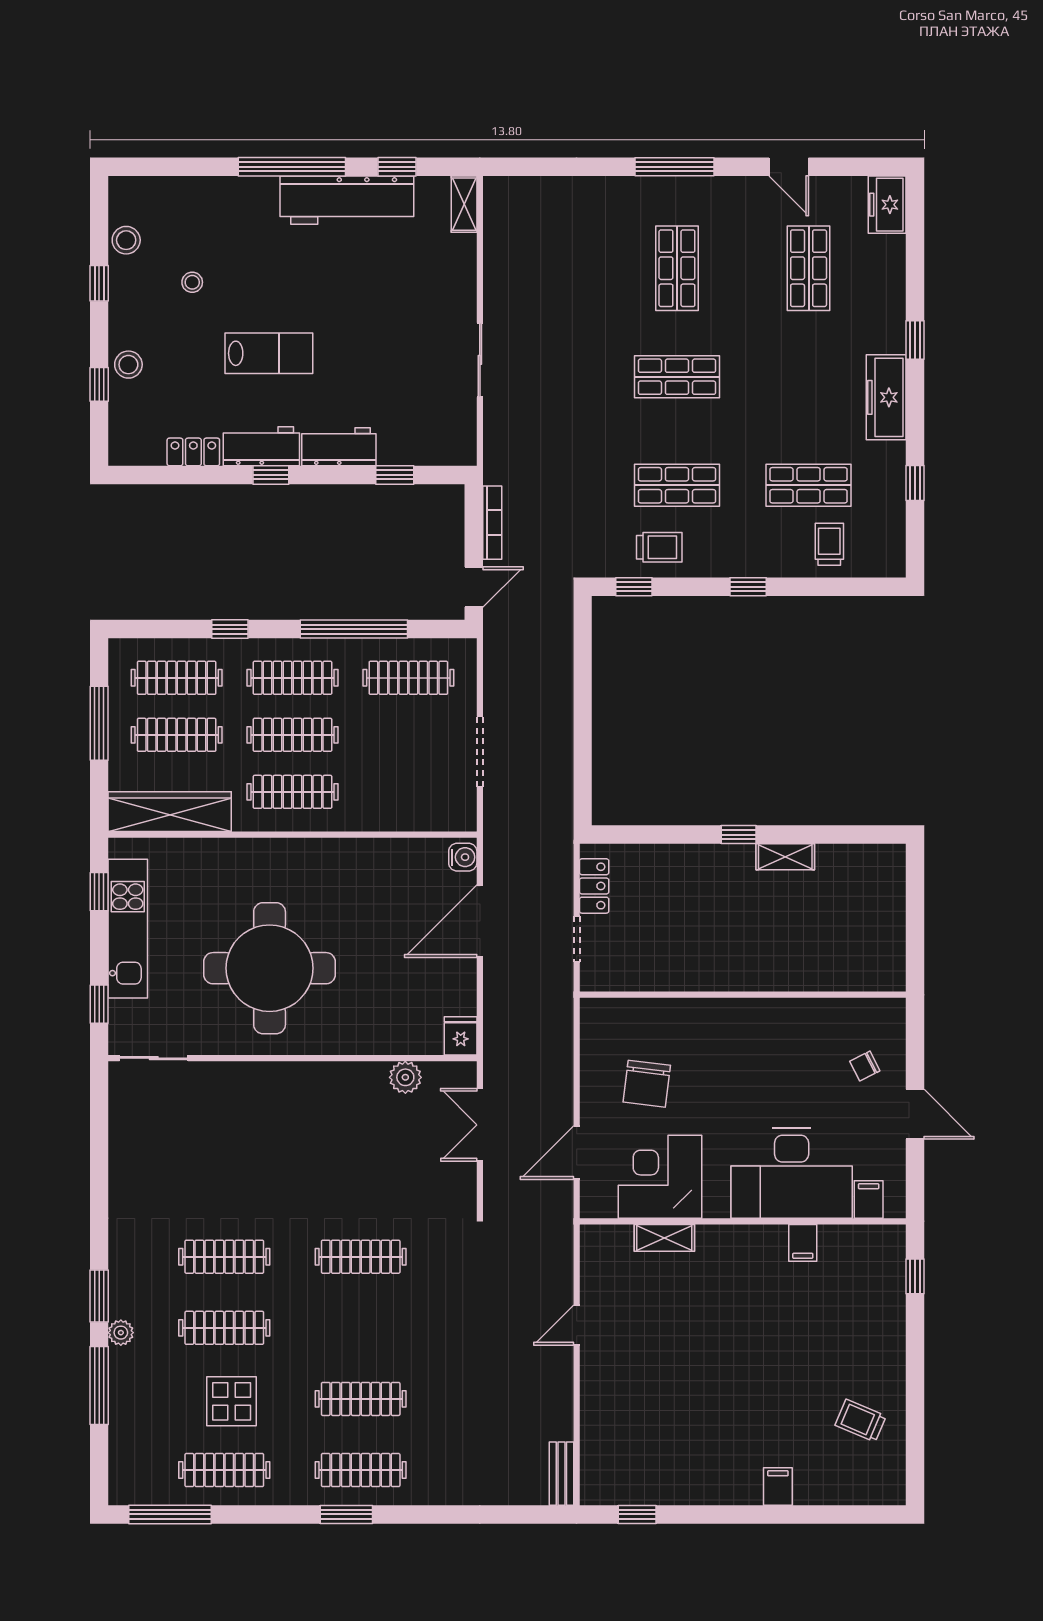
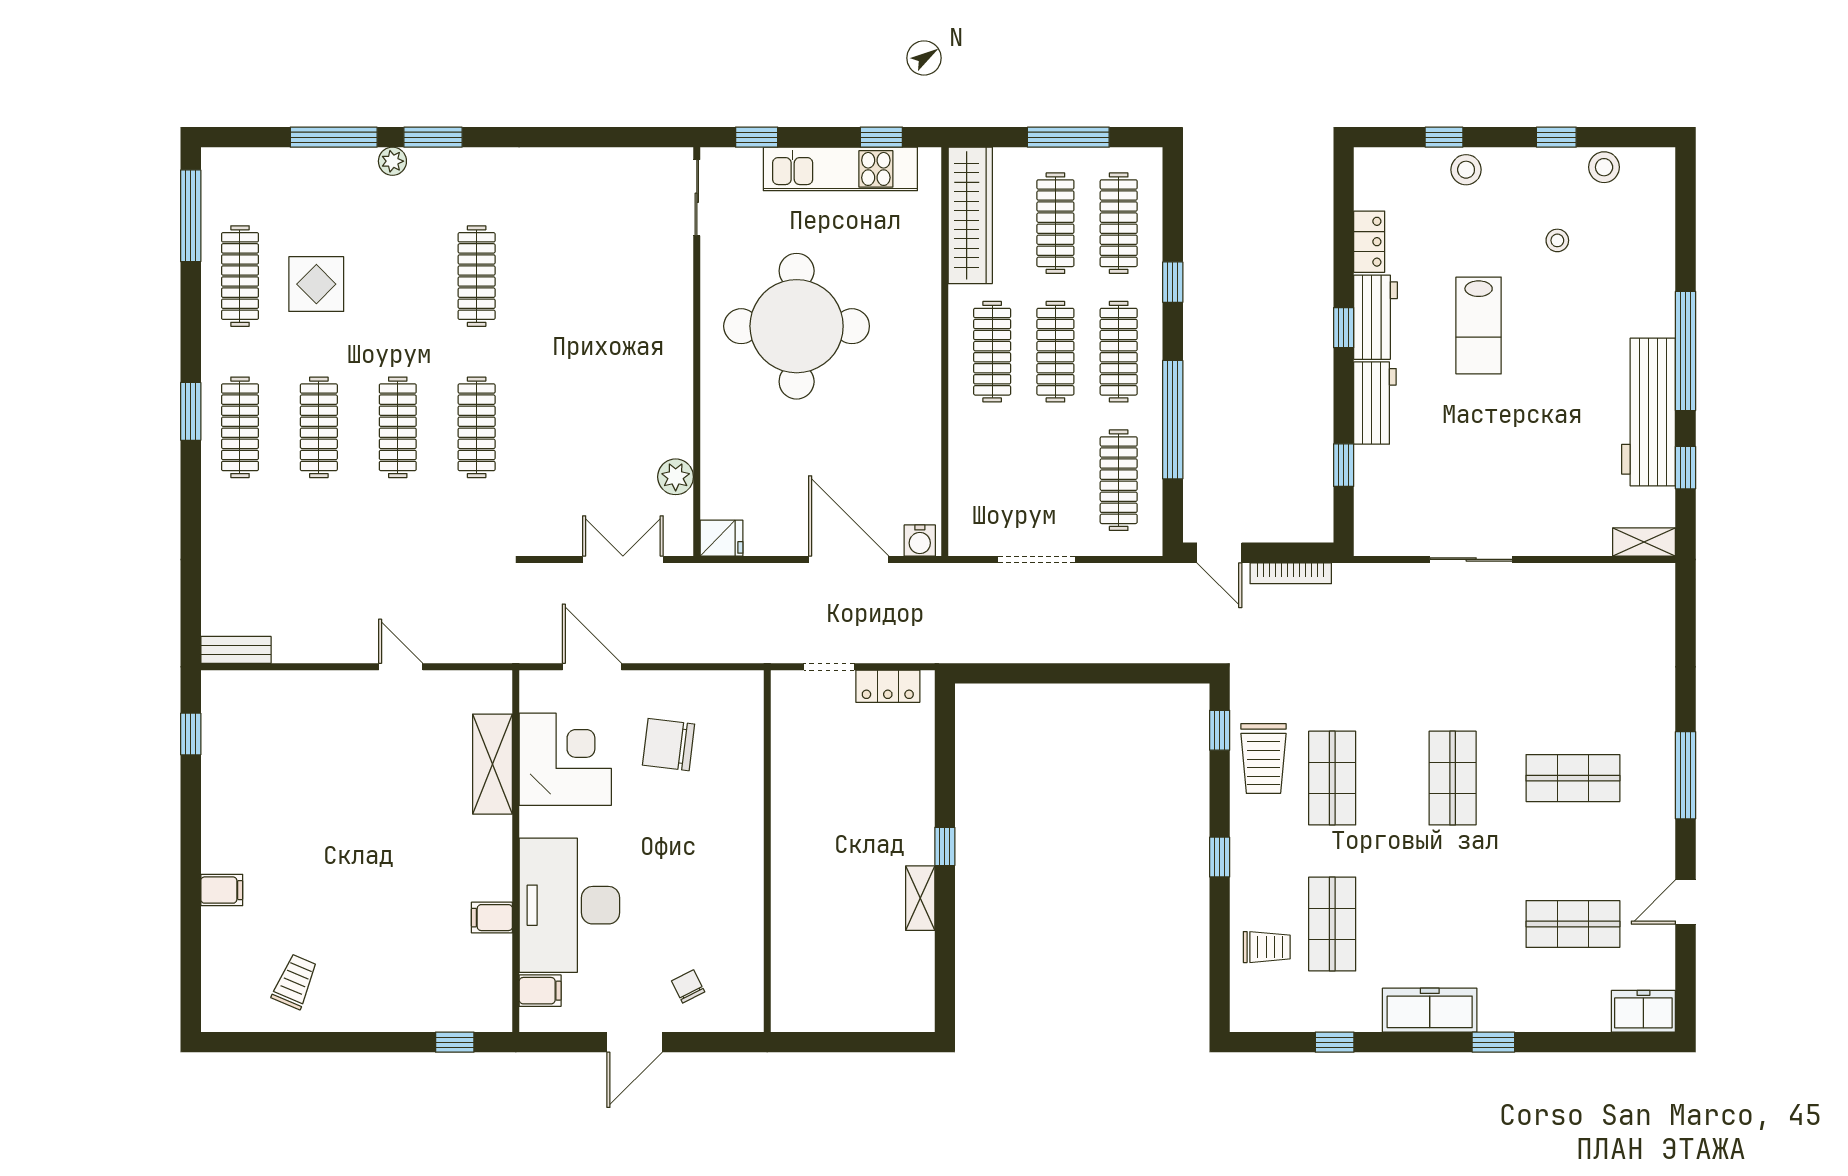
trolley: (659, 547) -> (1263, 758), width x1.36, depth x1.39
shelving: (664, 1238) -> (492, 764), width x1.50, depth x1.33
clothes rail: (224, 1328) -> (398, 427), moved

